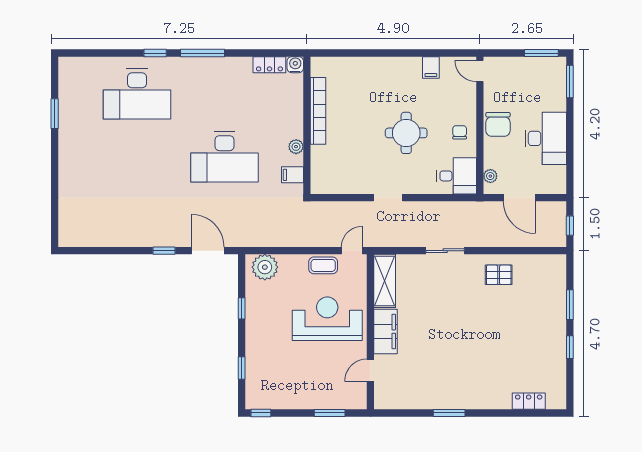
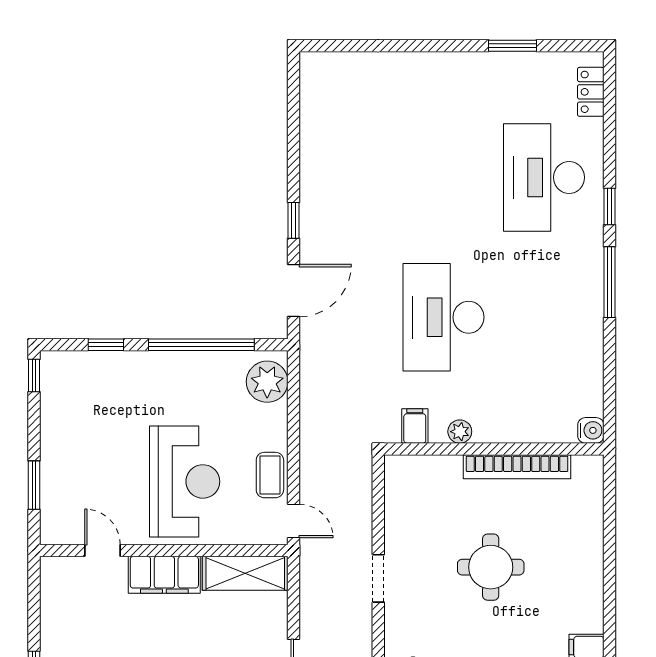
locker: (269, 65) -> (591, 92), moved
round table: (406, 133) -> (491, 567), moved
window: (242, 308) -> (201, 345), width x3.17

